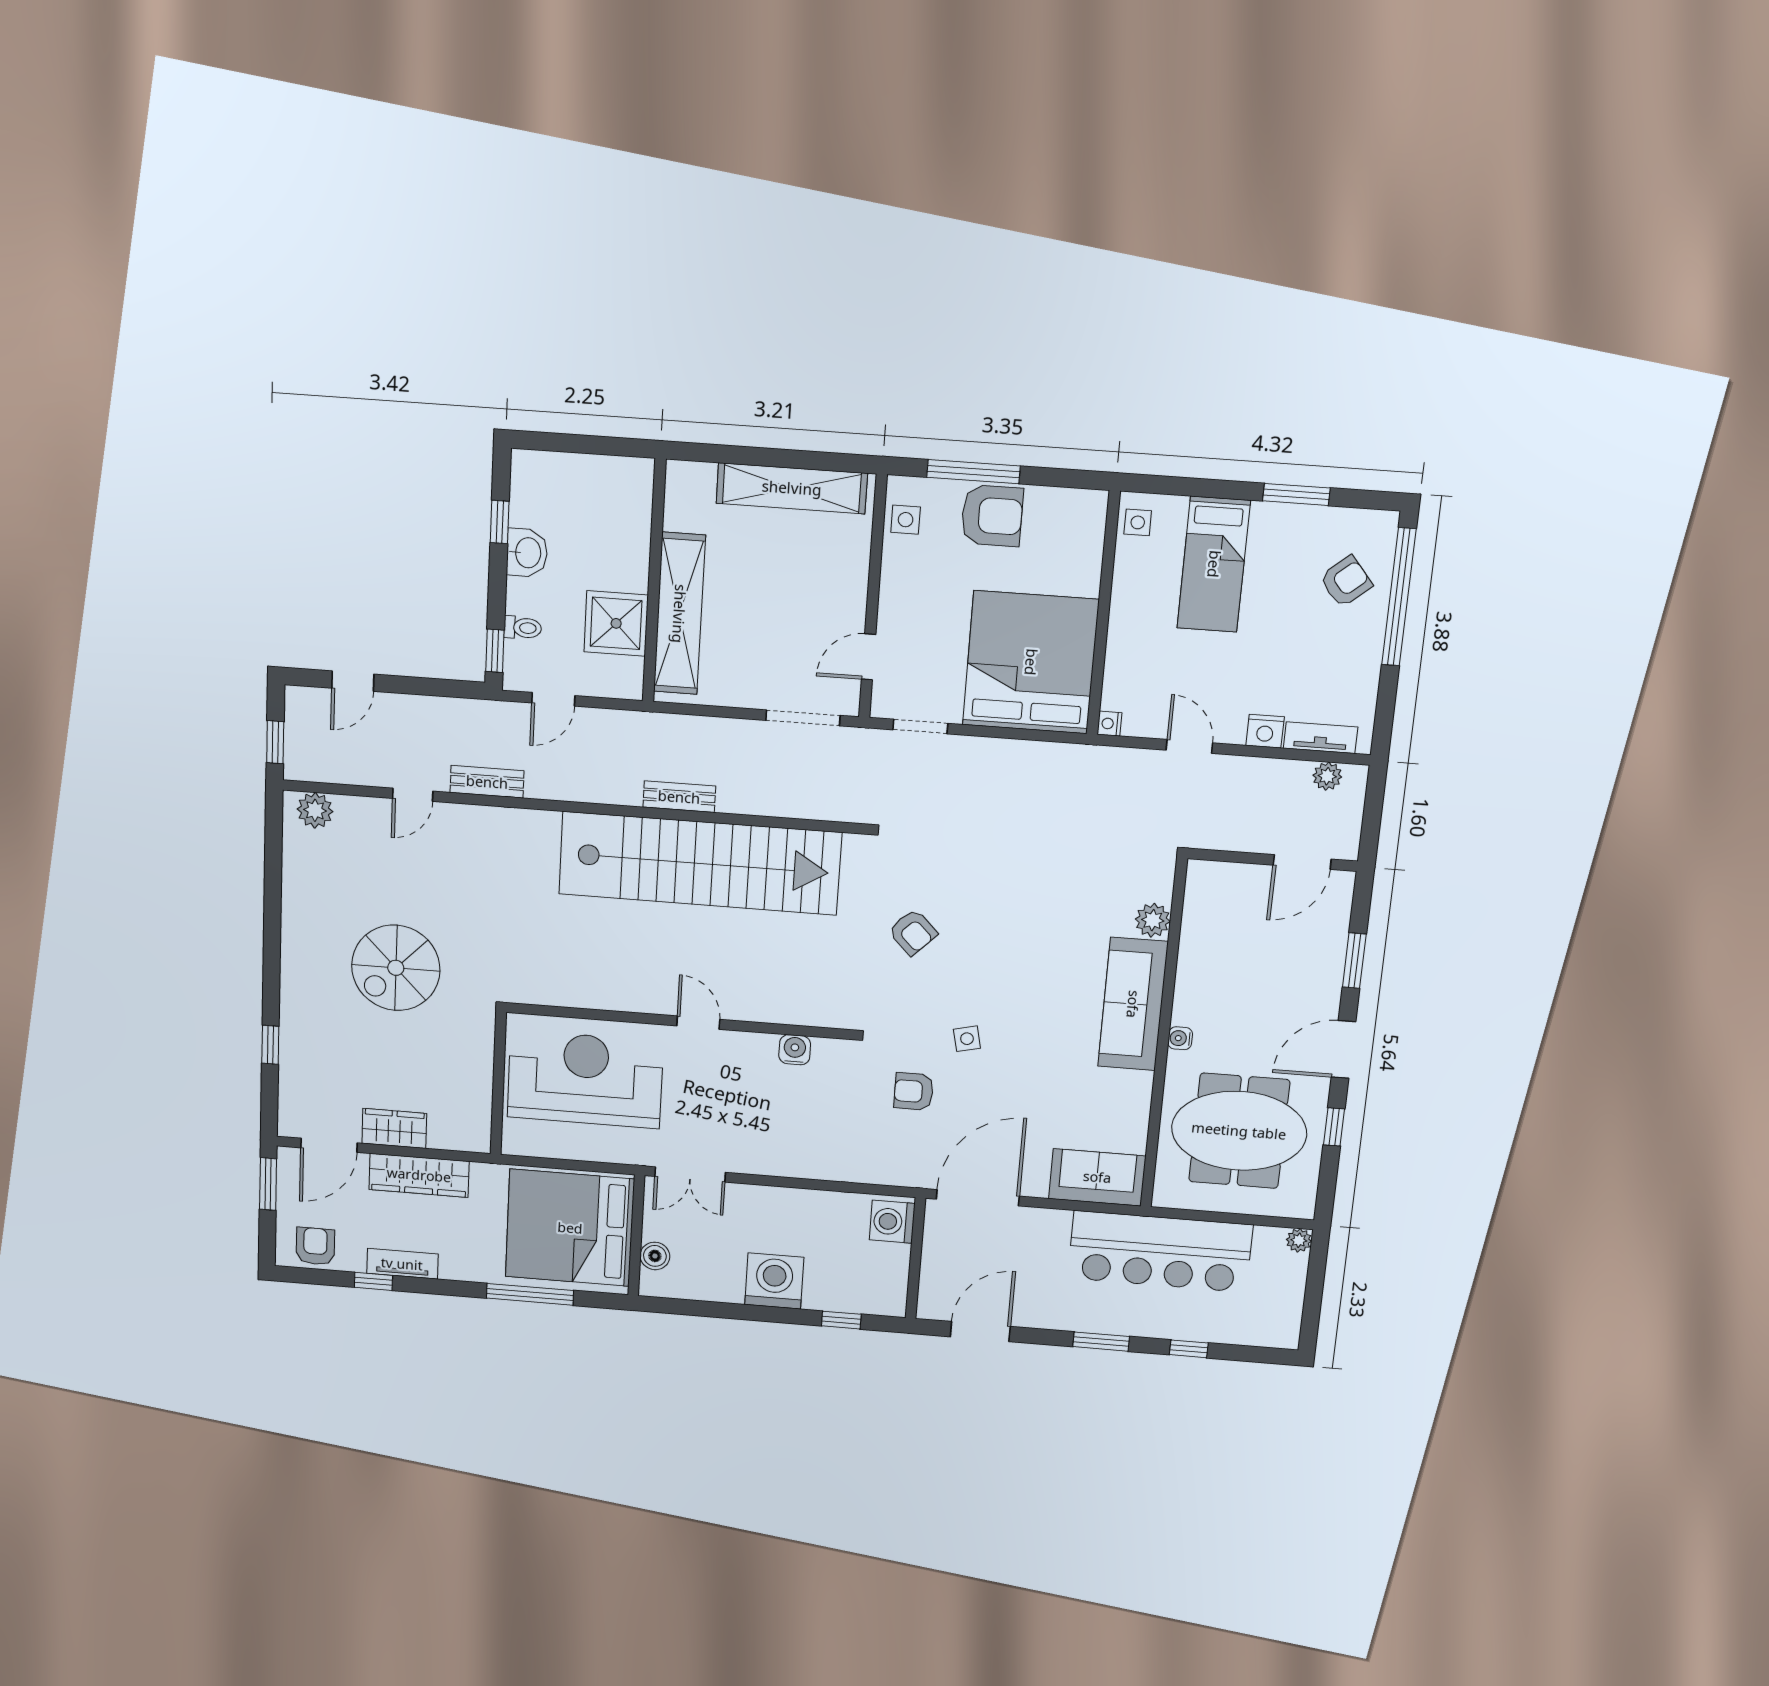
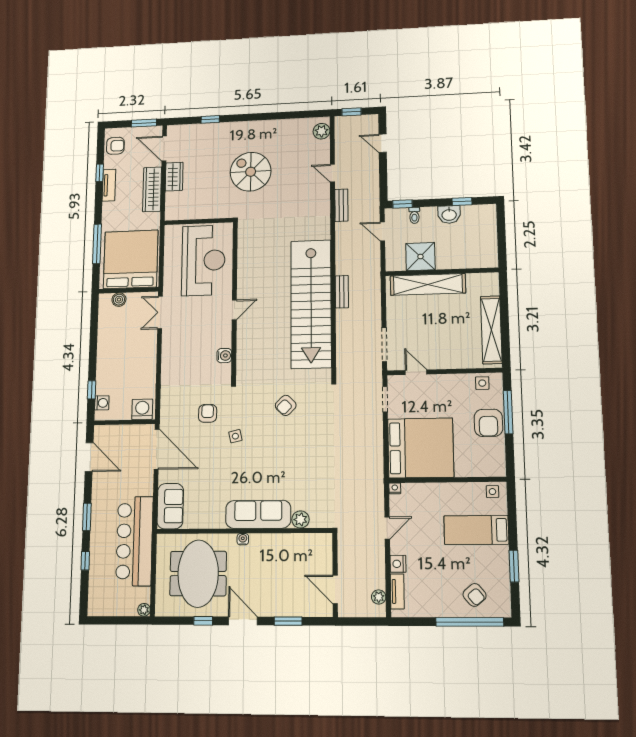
washing machine: (774, 1281) -> (102, 403), moved, width x0.53, depth x0.53

